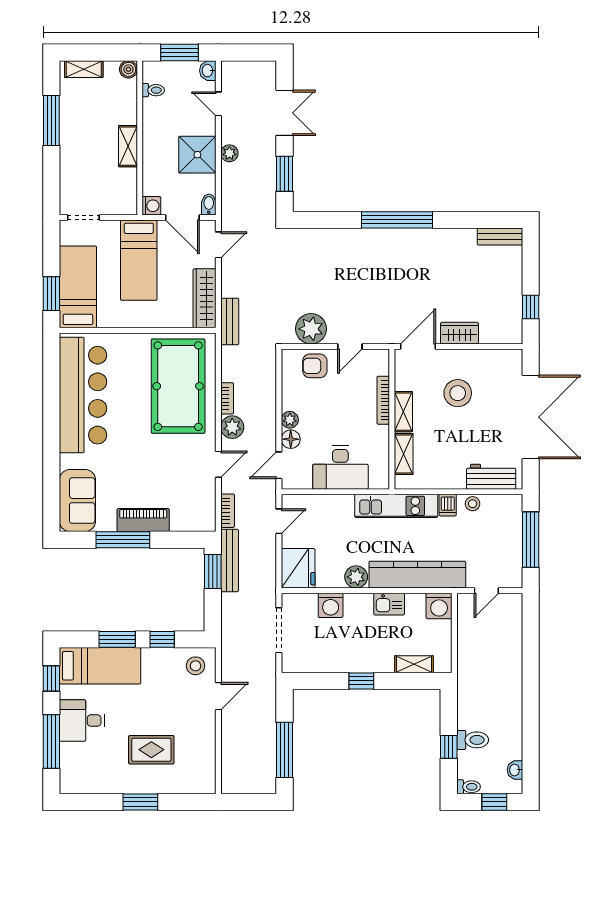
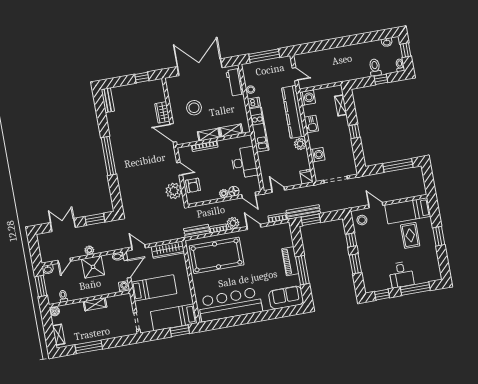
bench: (230, 321) -> (197, 231), moved
fridge: (298, 568) -> (306, 177), width x0.53, depth x0.75
bed: (100, 666) -> (408, 211), moved, turned -90

